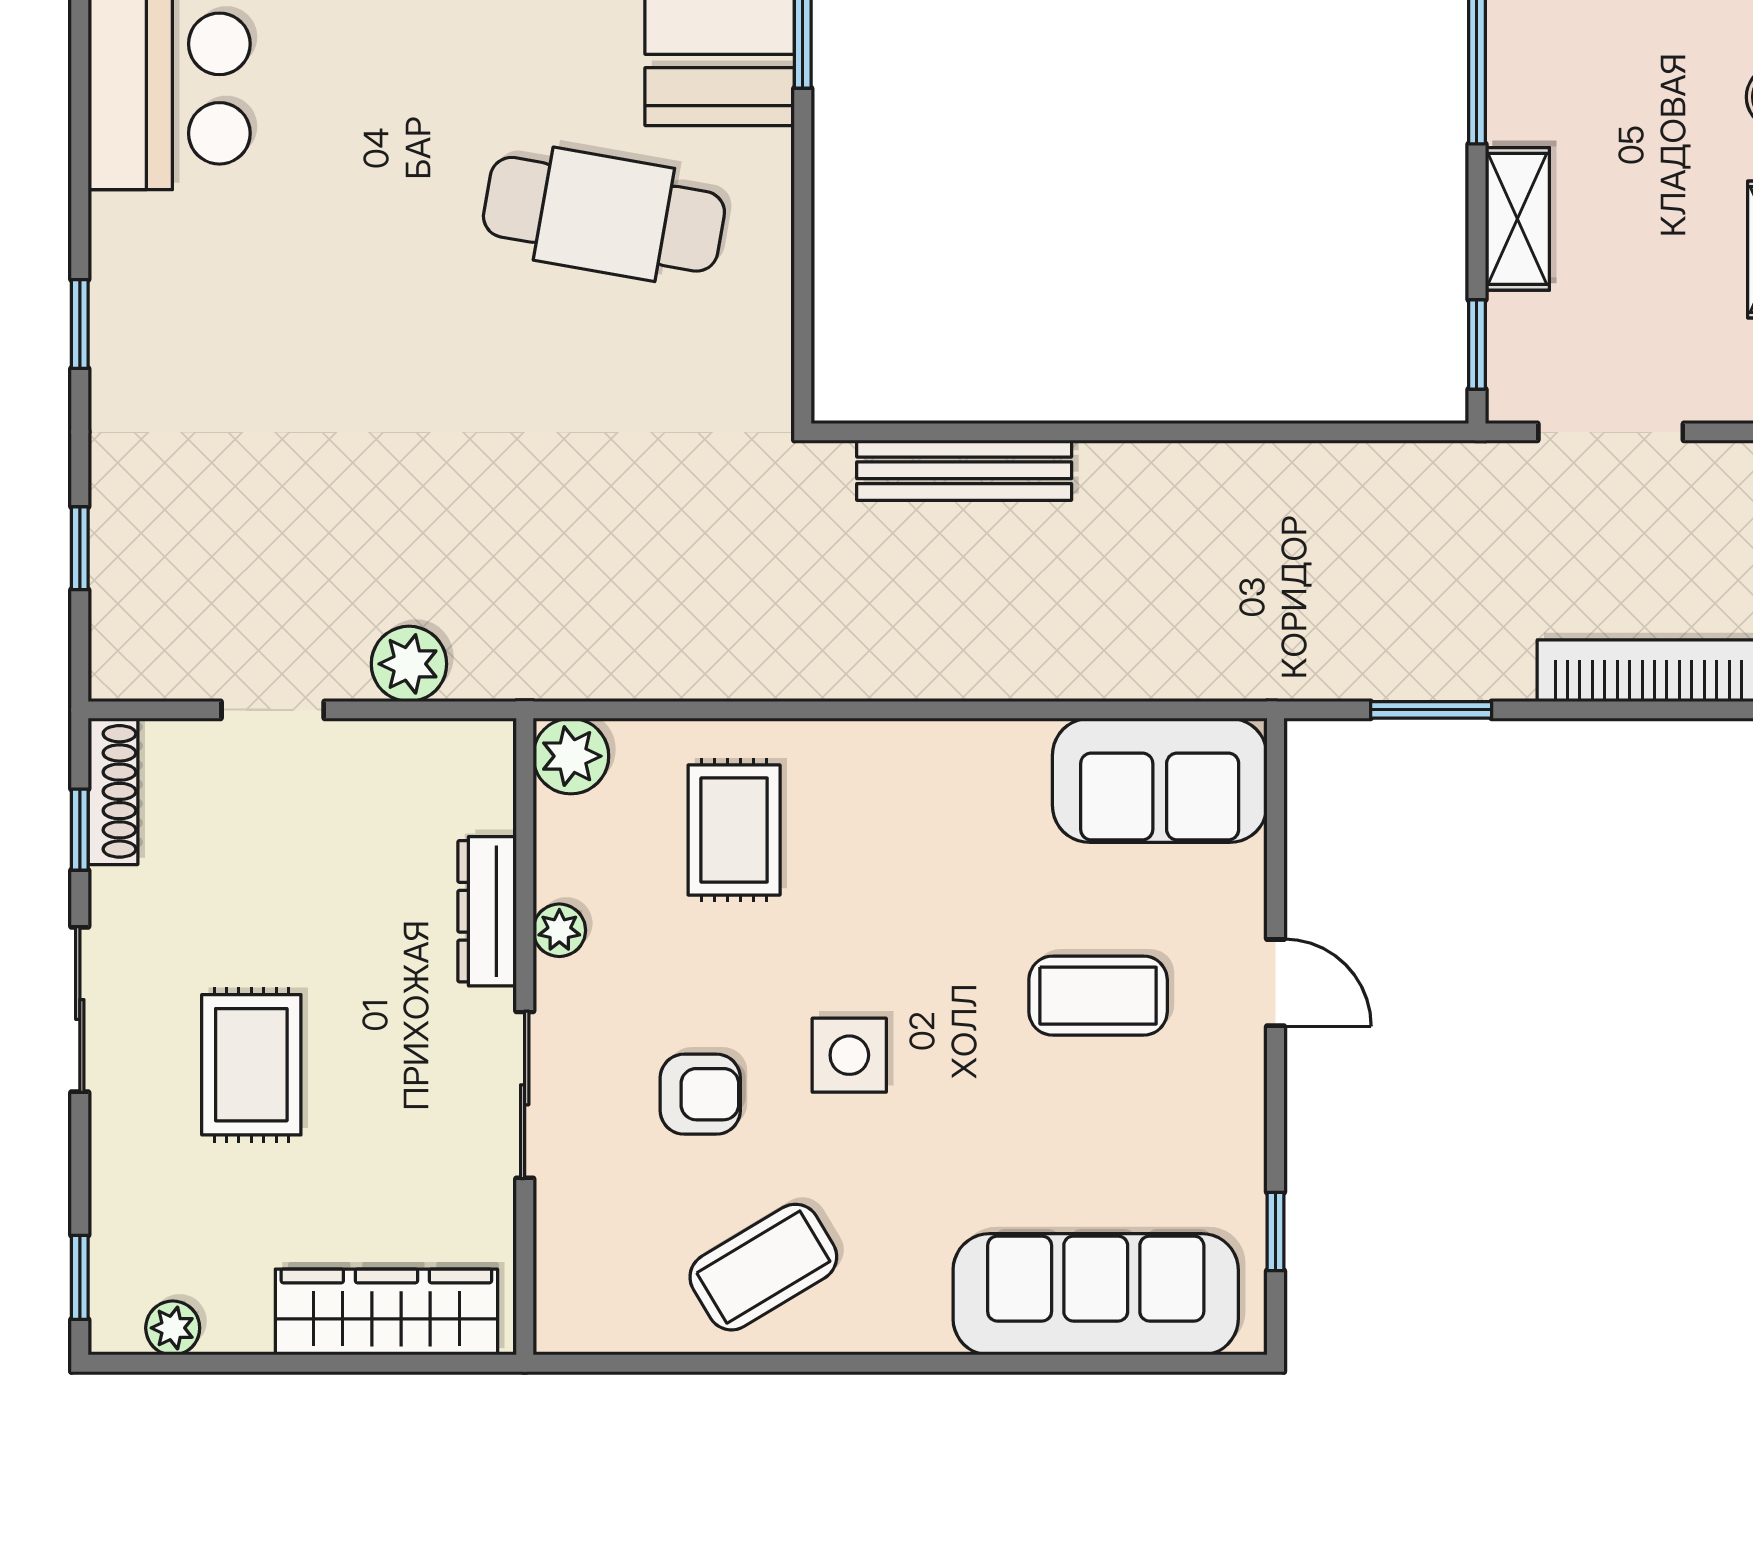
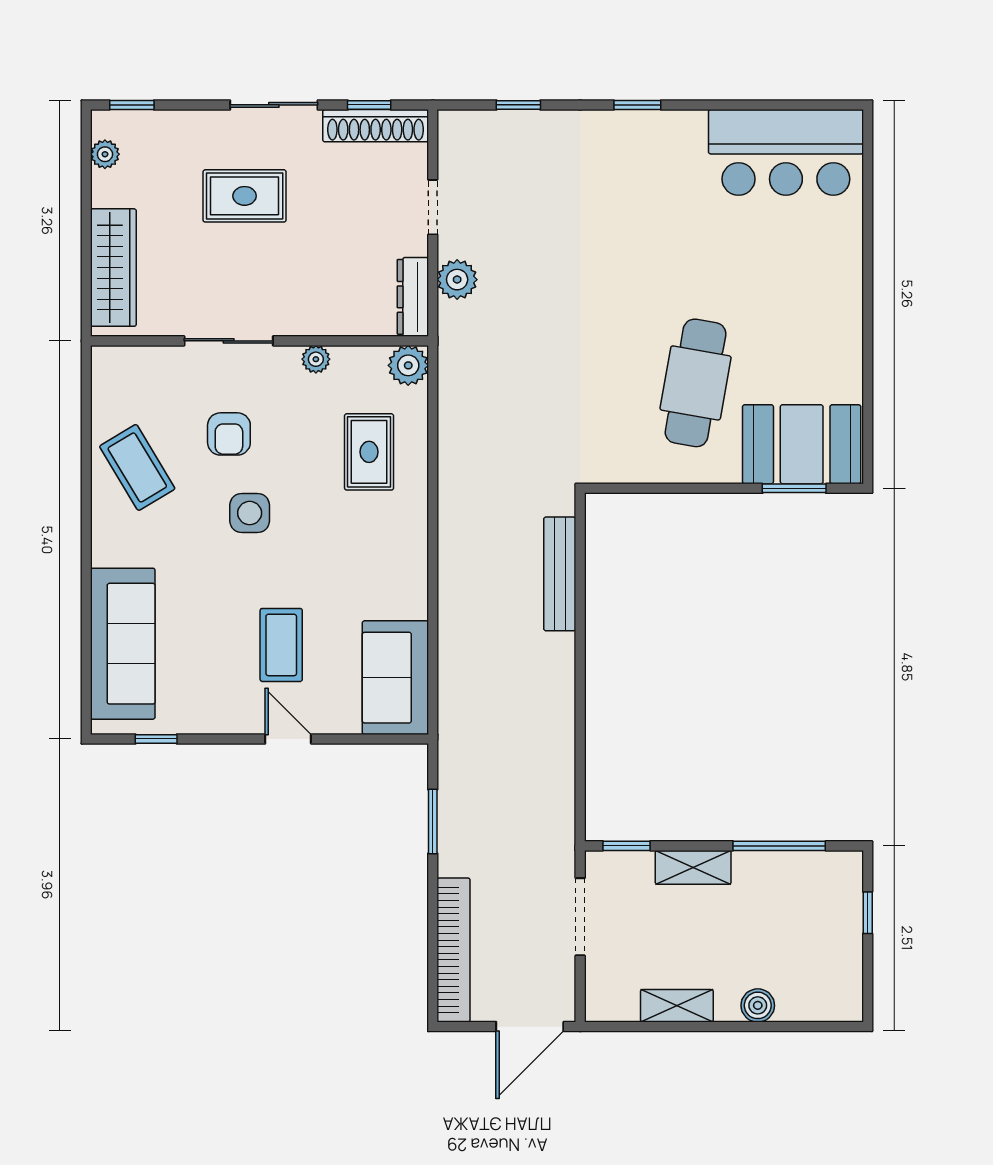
shoe rack: (113, 791) -> (376, 126), width x1.36, depth x1.24
rug: (734, 830) -> (369, 452), turned 90
dresser: (487, 911) -> (413, 297), moved, turned -90
door: (1275, 983) -> (288, 739), swing flipped

